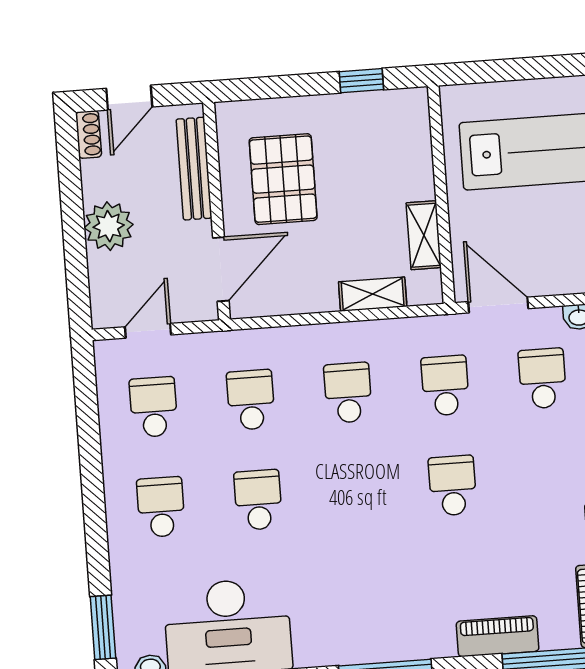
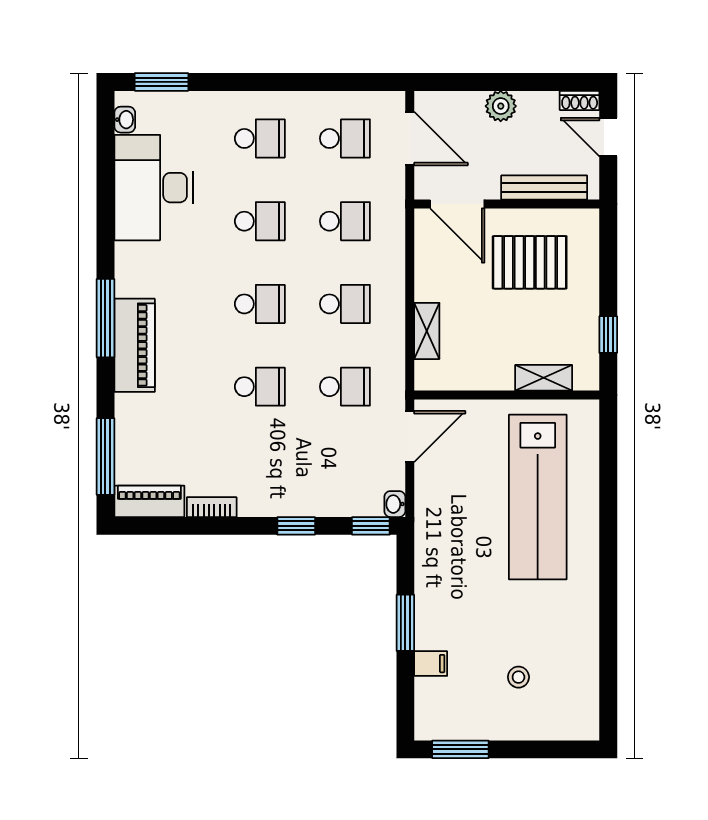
plant: (109, 226) -> (501, 106), width x0.73, depth x0.73
shelving: (424, 235) -> (544, 378), moved
door: (148, 331) -> (410, 138), width x1.38
school desk: (542, 378) -> (260, 304), moved
piano: (498, 636) -> (135, 345), moved, width x1.37, depth x1.33

